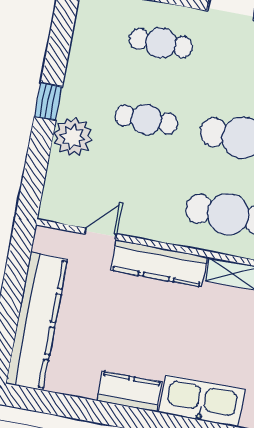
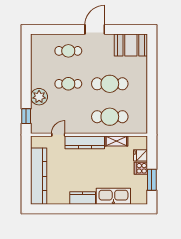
window: (48, 102) -> (26, 116), moved

